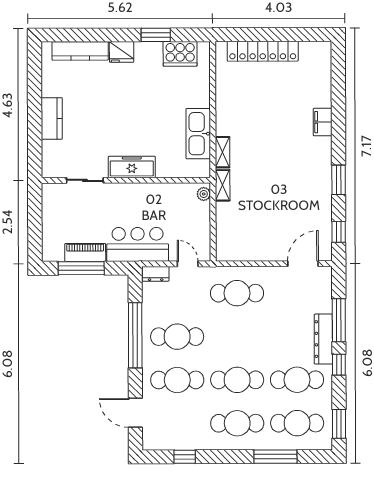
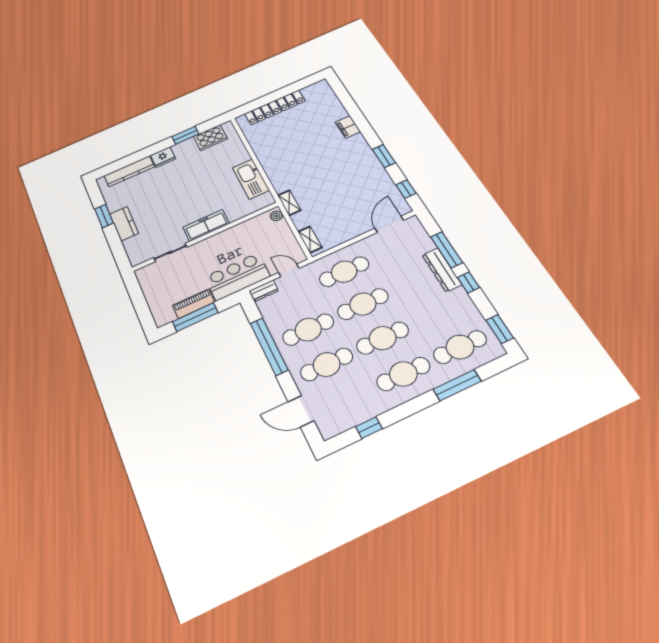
window: (35, 97) -> (104, 216), added
shelving: (222, 152) -> (310, 240), moved
cafe table: (297, 380) -> (363, 304), moved

